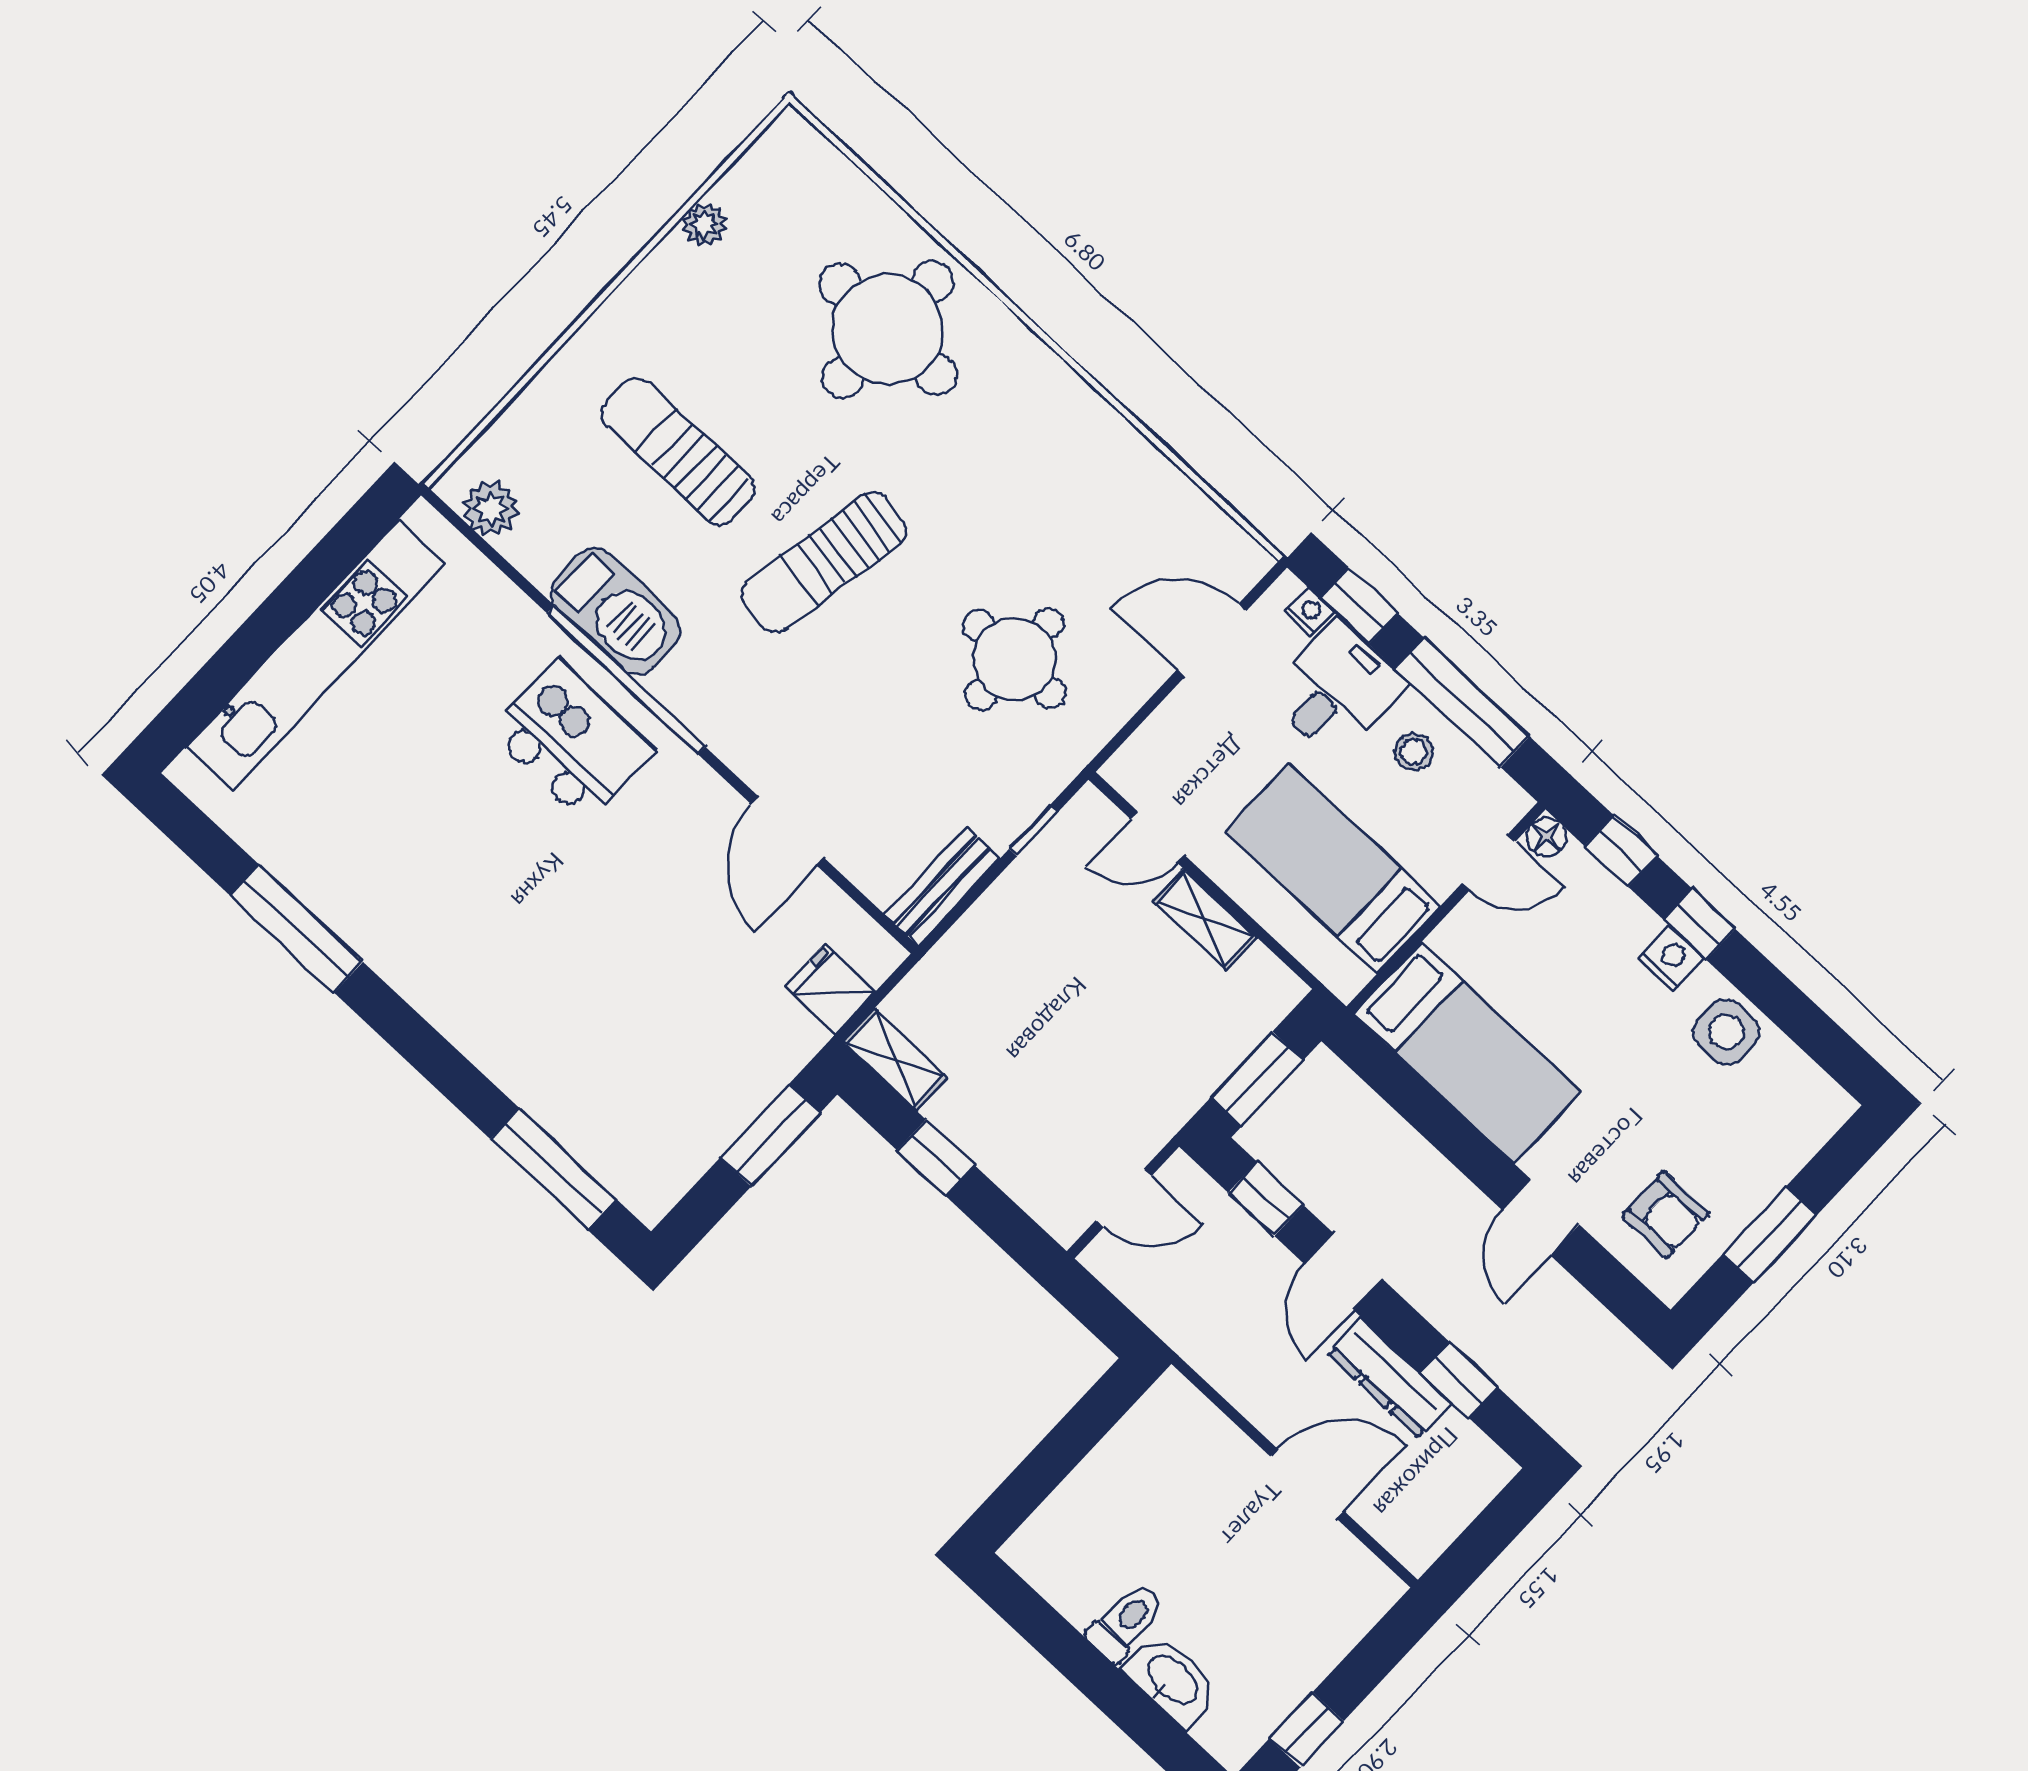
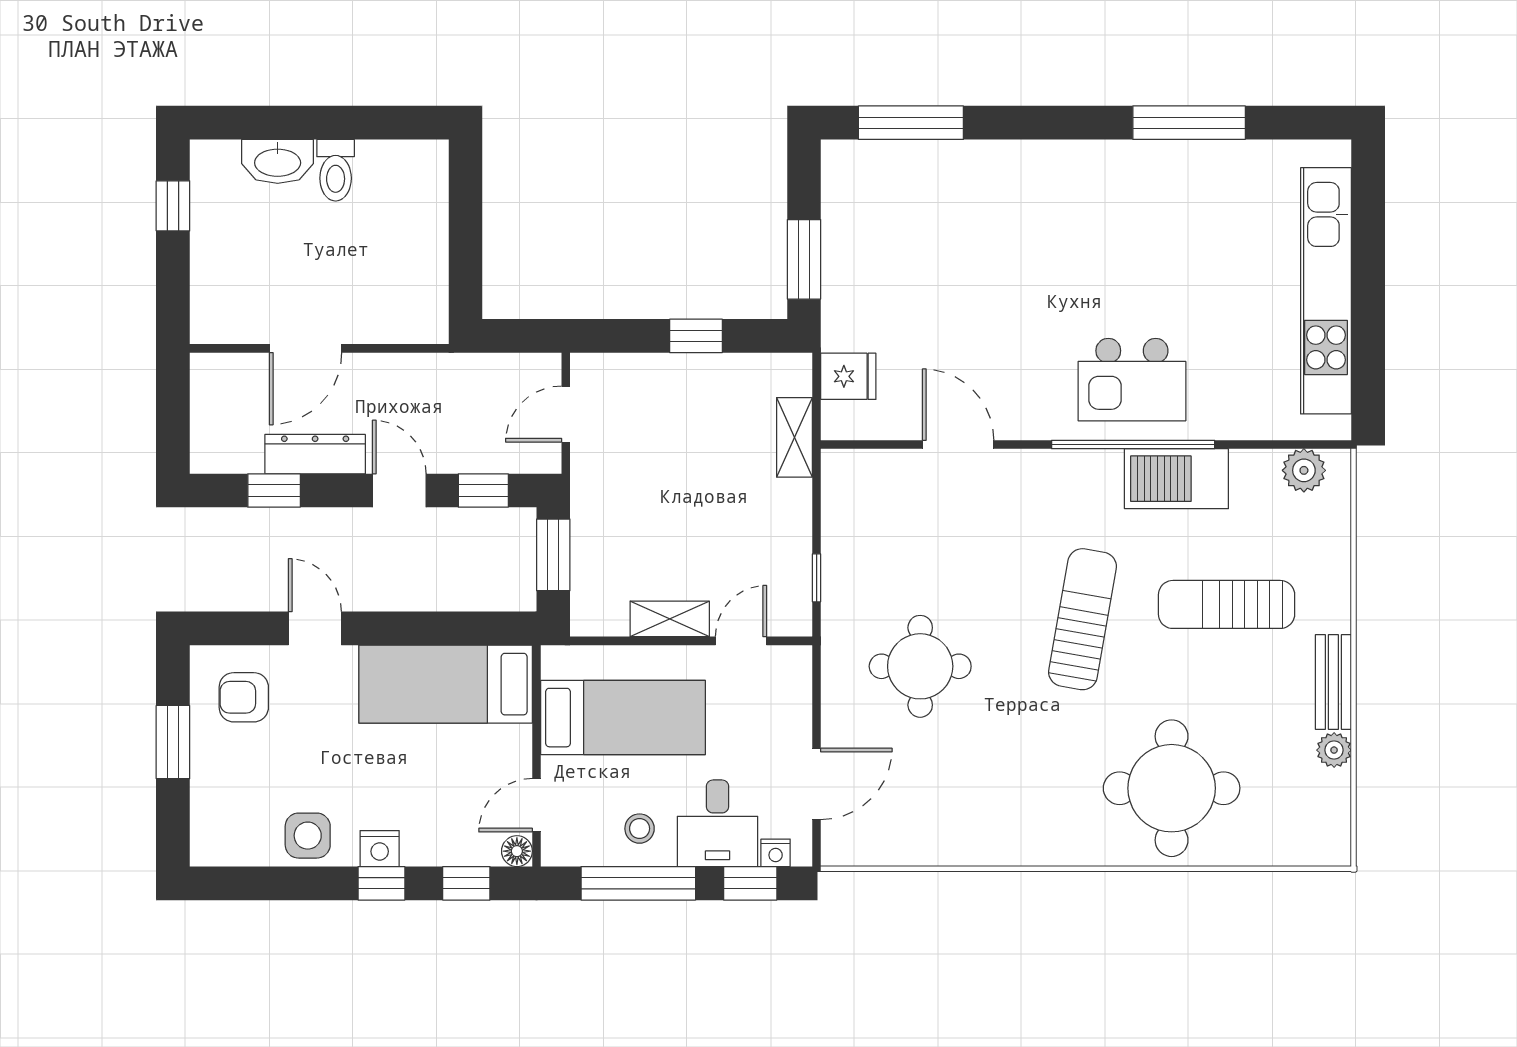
sun lounger: (678, 452) -> (1227, 604), turned 180
bench: (942, 887) -> (1333, 682), moved
shelving: (895, 1060) -> (794, 437), moved, turned 90

